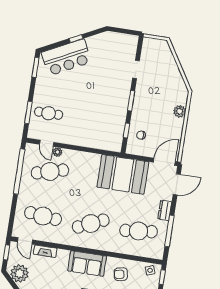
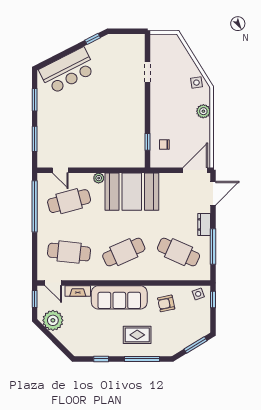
window: (76, 39) -> (93, 39), moved
window: (35, 67) -> (35, 100), moved
side table: (177, 85) -> (196, 83), added
window: (131, 101) -> (147, 108), removed
cafe table: (49, 113) -> (57, 136), removed
plant: (57, 152) -> (99, 178), moved
booth: (123, 174) -> (132, 192), moved
cafe table: (139, 231) -> (178, 252), turned 30
sofa: (87, 264) -> (119, 297), width x1.36

